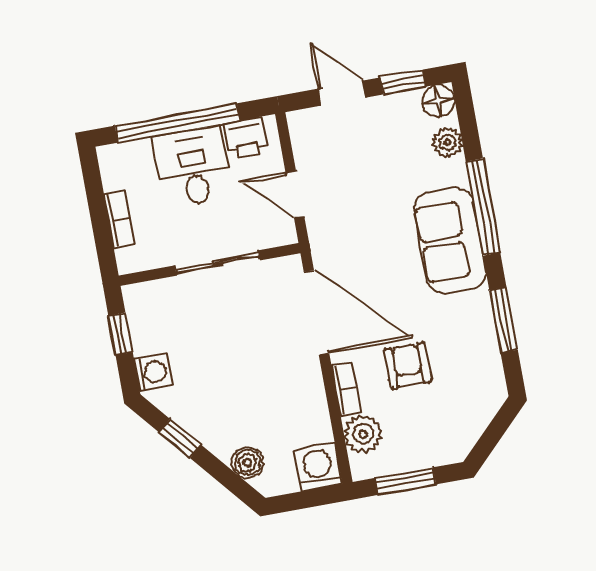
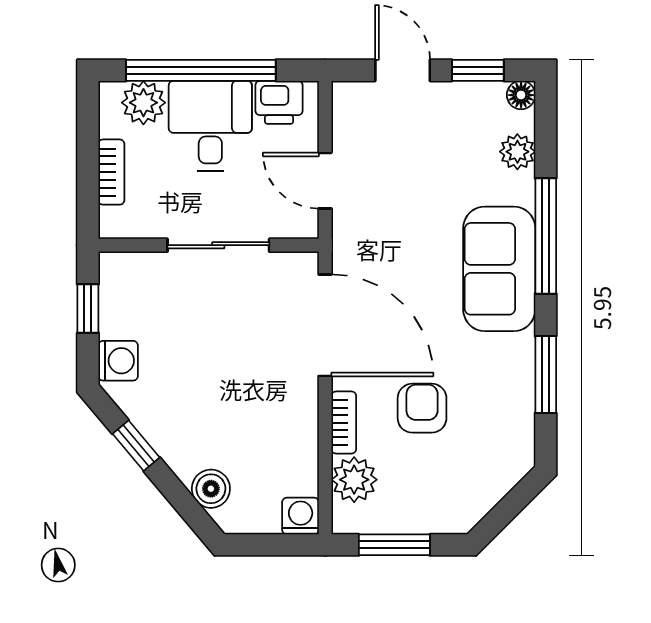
floor lamp: (439, 101) -> (521, 95), width x0.73, depth x0.73
plant: (135, 158) -> (143, 103), added
washing machine: (318, 467) -> (301, 516), width x0.73, depth x0.73

